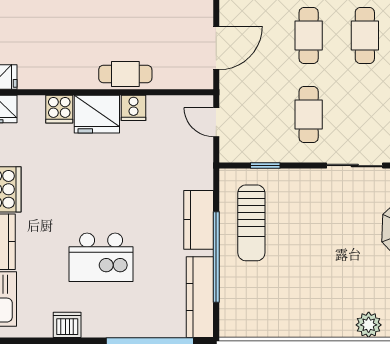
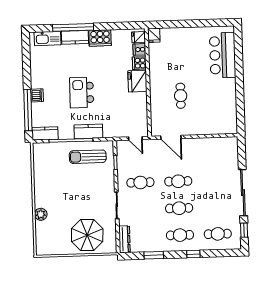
cafe table: (125, 74) -> (181, 96), moved
cooker: (134, 108) -> (139, 49), moved
door: (216, 122) -> (135, 138), swing flipped
kitchen island: (101, 257) -> (82, 93), moved
kitchen counter: (200, 297) -> (45, 133), width x0.67
dishwasher: (67, 325) -> (37, 95), moved

